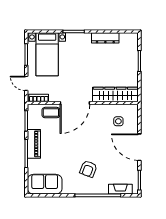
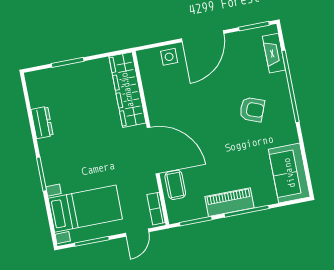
dresser: (105, 38) -> (42, 123), width x0.70
side table: (118, 121) -> (169, 57), moved

